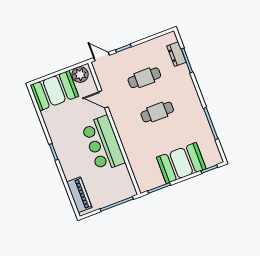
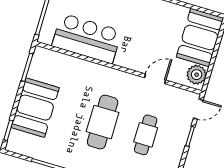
cafe table: (157, 112) -> (103, 122), width x1.37, depth x1.35
bar counter: (103, 144) -> (87, 38), moved

